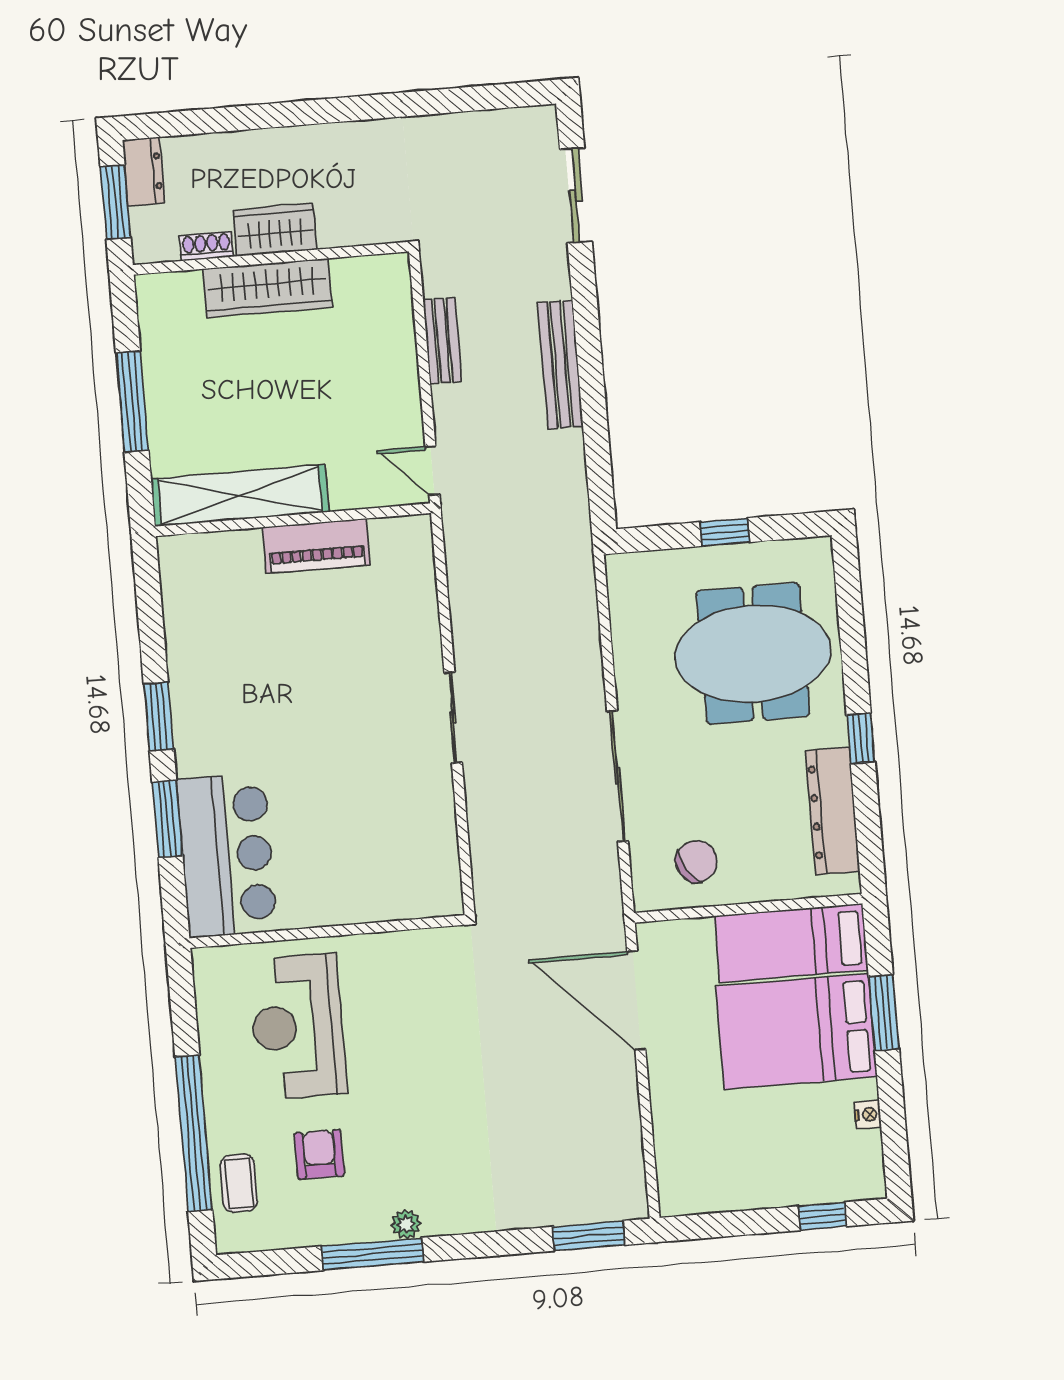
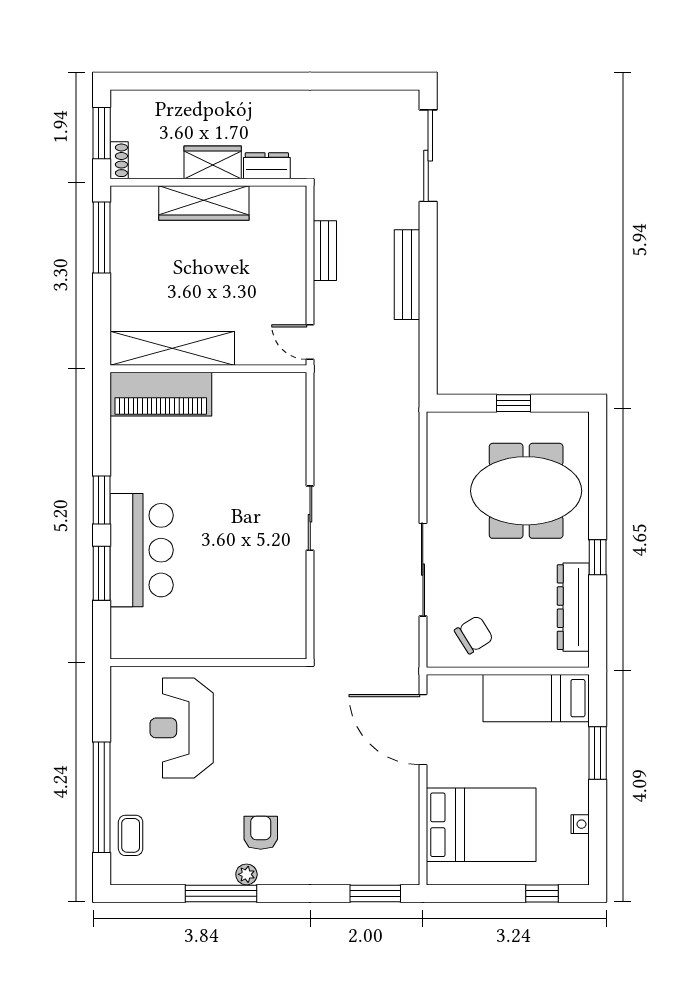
dresser: (143, 172) -> (267, 166), moved, turned -90
sliding door: (576, 195) -> (428, 156), width x1.37
shoe rack: (206, 246) -> (119, 160), moved, turned 90
window: (132, 402) -> (102, 237), moved
piano: (316, 546) -> (161, 394), moved, width x1.37, depth x1.33
bar counter: (227, 855) -> (142, 550), moved
bed: (796, 1032) -> (481, 825), moved, turned 180
armchair: (319, 1154) -> (261, 833), moved

